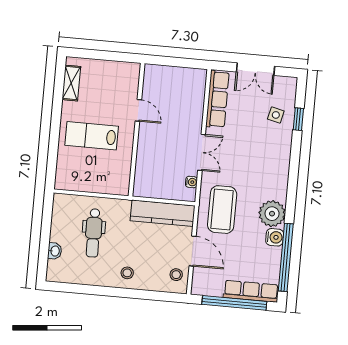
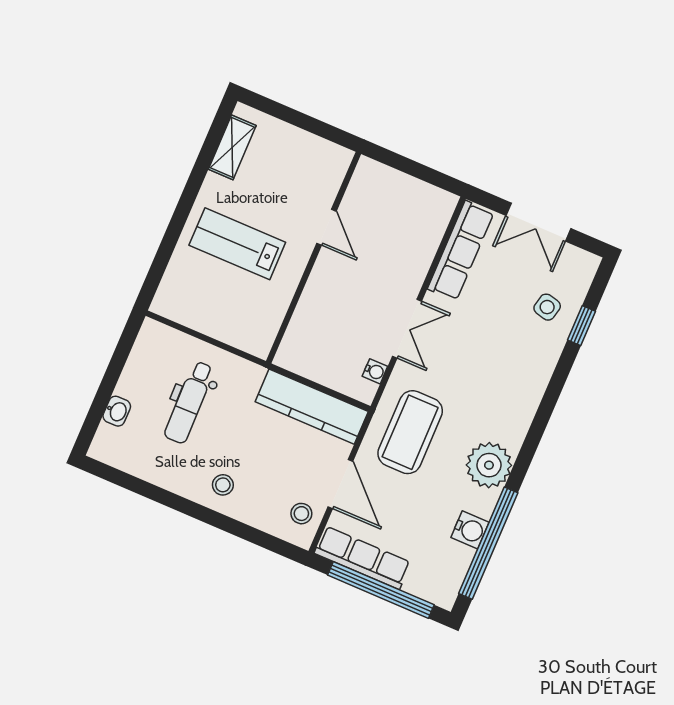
water cooler: (275, 237) -> (470, 530), moved
row of seats: (251, 291) -> (363, 558), moved

